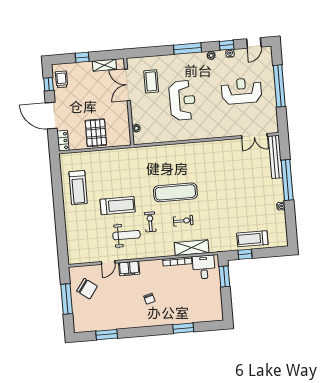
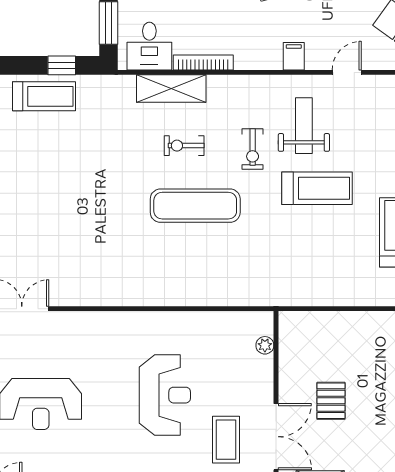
reception desk: (182, 100) -> (165, 395), turned 180
pallet: (96, 133) -> (331, 401), moved, width x0.67, depth x0.71
treadmill: (118, 206) -> (317, 188), turned 180
weight bench: (127, 235) -> (304, 126), turned 90
filing cabinet: (129, 268) -> (294, 56), width x0.50

